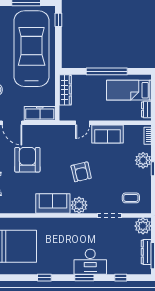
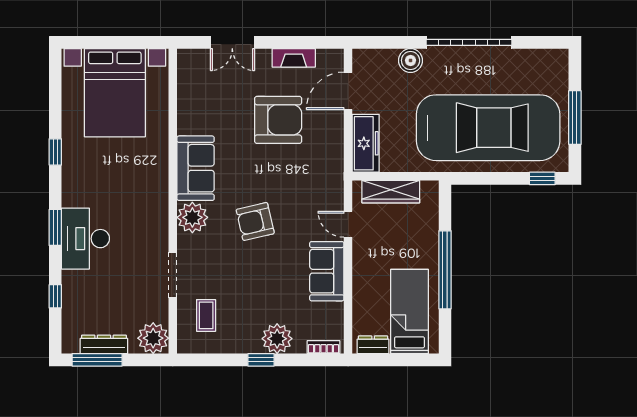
wardrobe: (65, 90) -> (391, 192), moved

